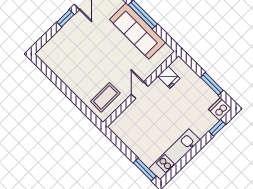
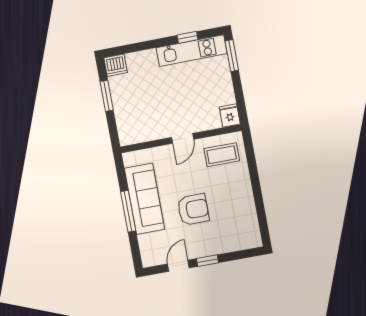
armchair: (99, 47) -> (193, 209), added
fridge: (169, 77) -> (230, 116), moved
window: (217, 128) -> (187, 37), moved

